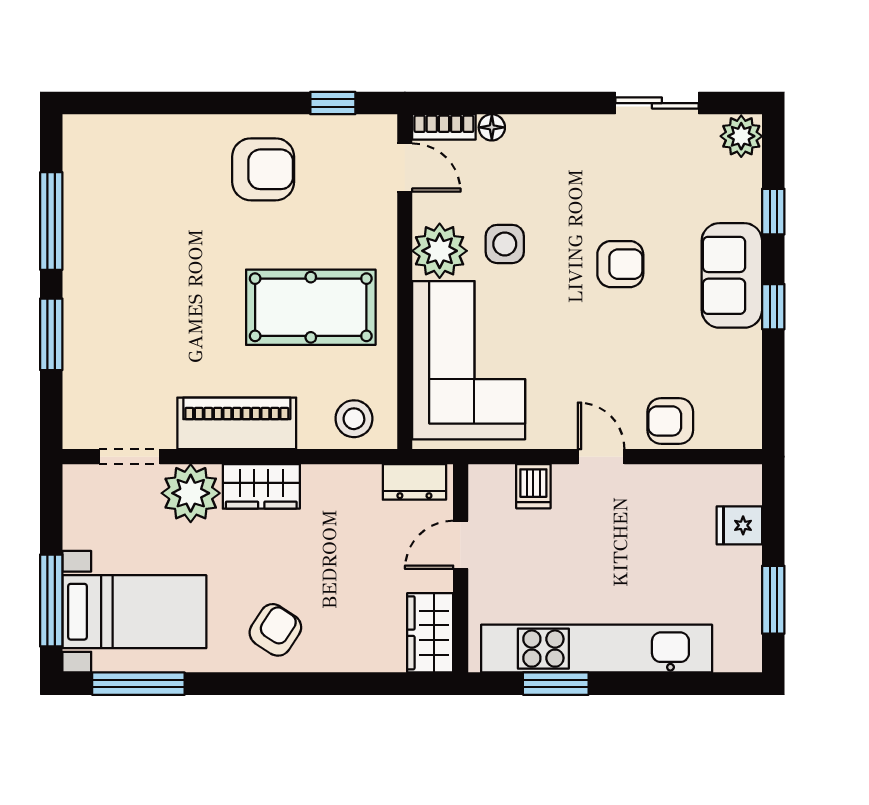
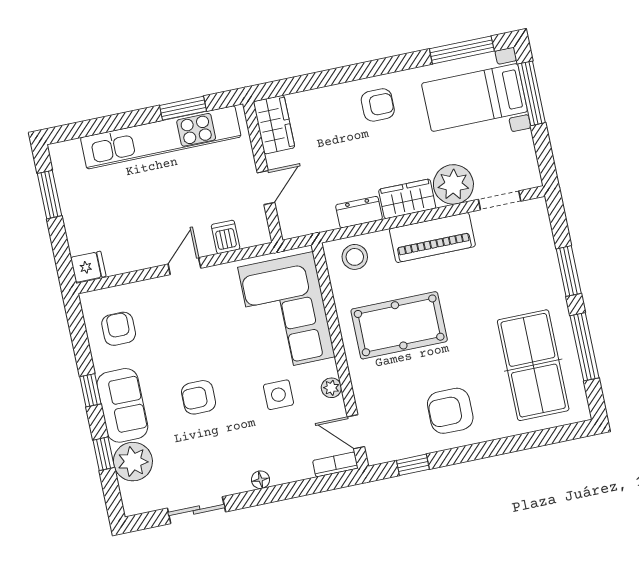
floor lamp: (492, 127) -> (260, 480), moved
plant: (741, 136) -> (133, 462), moved, width x1.36, depth x1.36
table tennis table: (130, 210) -> (533, 365), added
plant: (440, 251) -> (331, 388), width x0.53, depth x0.53
armchair: (670, 421) -> (119, 329), moved, turned -90
door: (601, 457) -> (184, 266), swing flipped
dresser: (414, 482) -> (359, 212), moved
fridge: (739, 525) -> (88, 267), moved
armchair: (275, 630) -> (378, 105), turned -123

